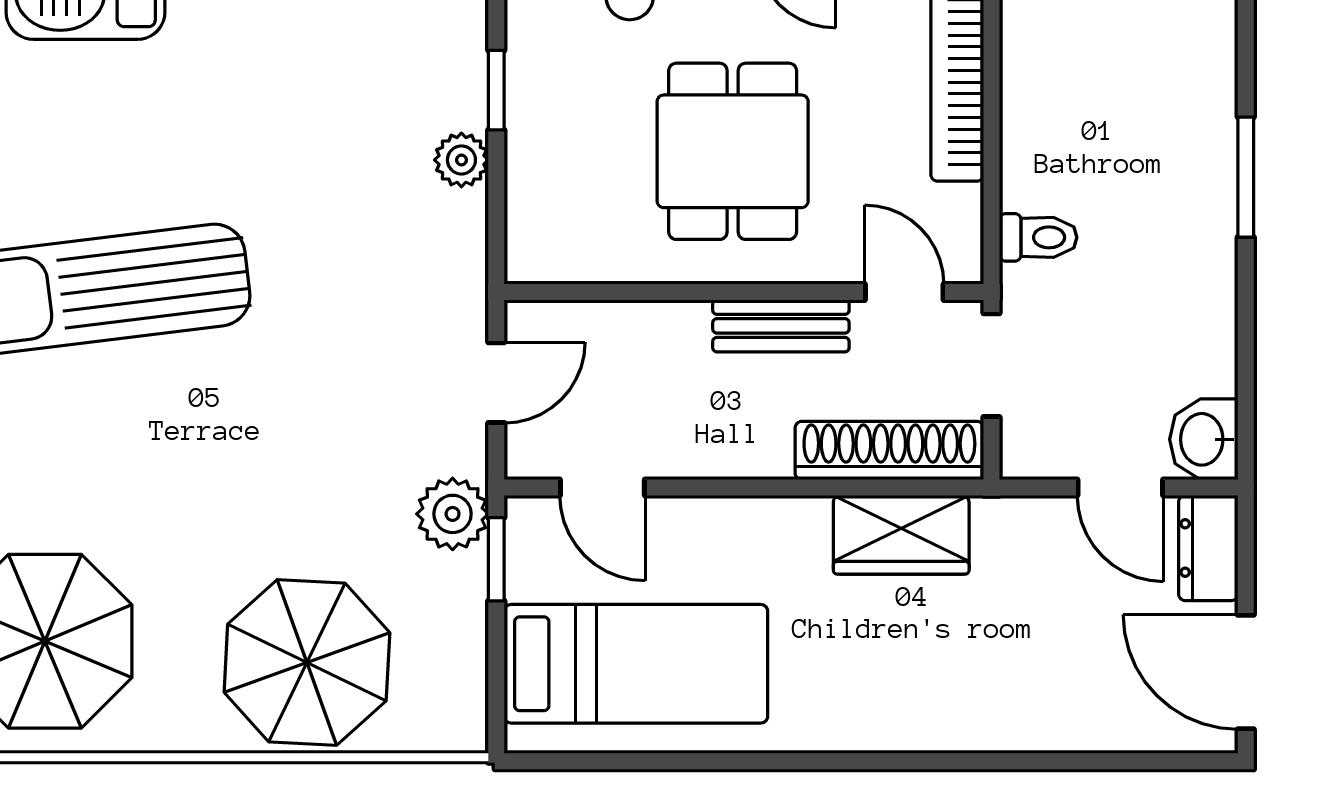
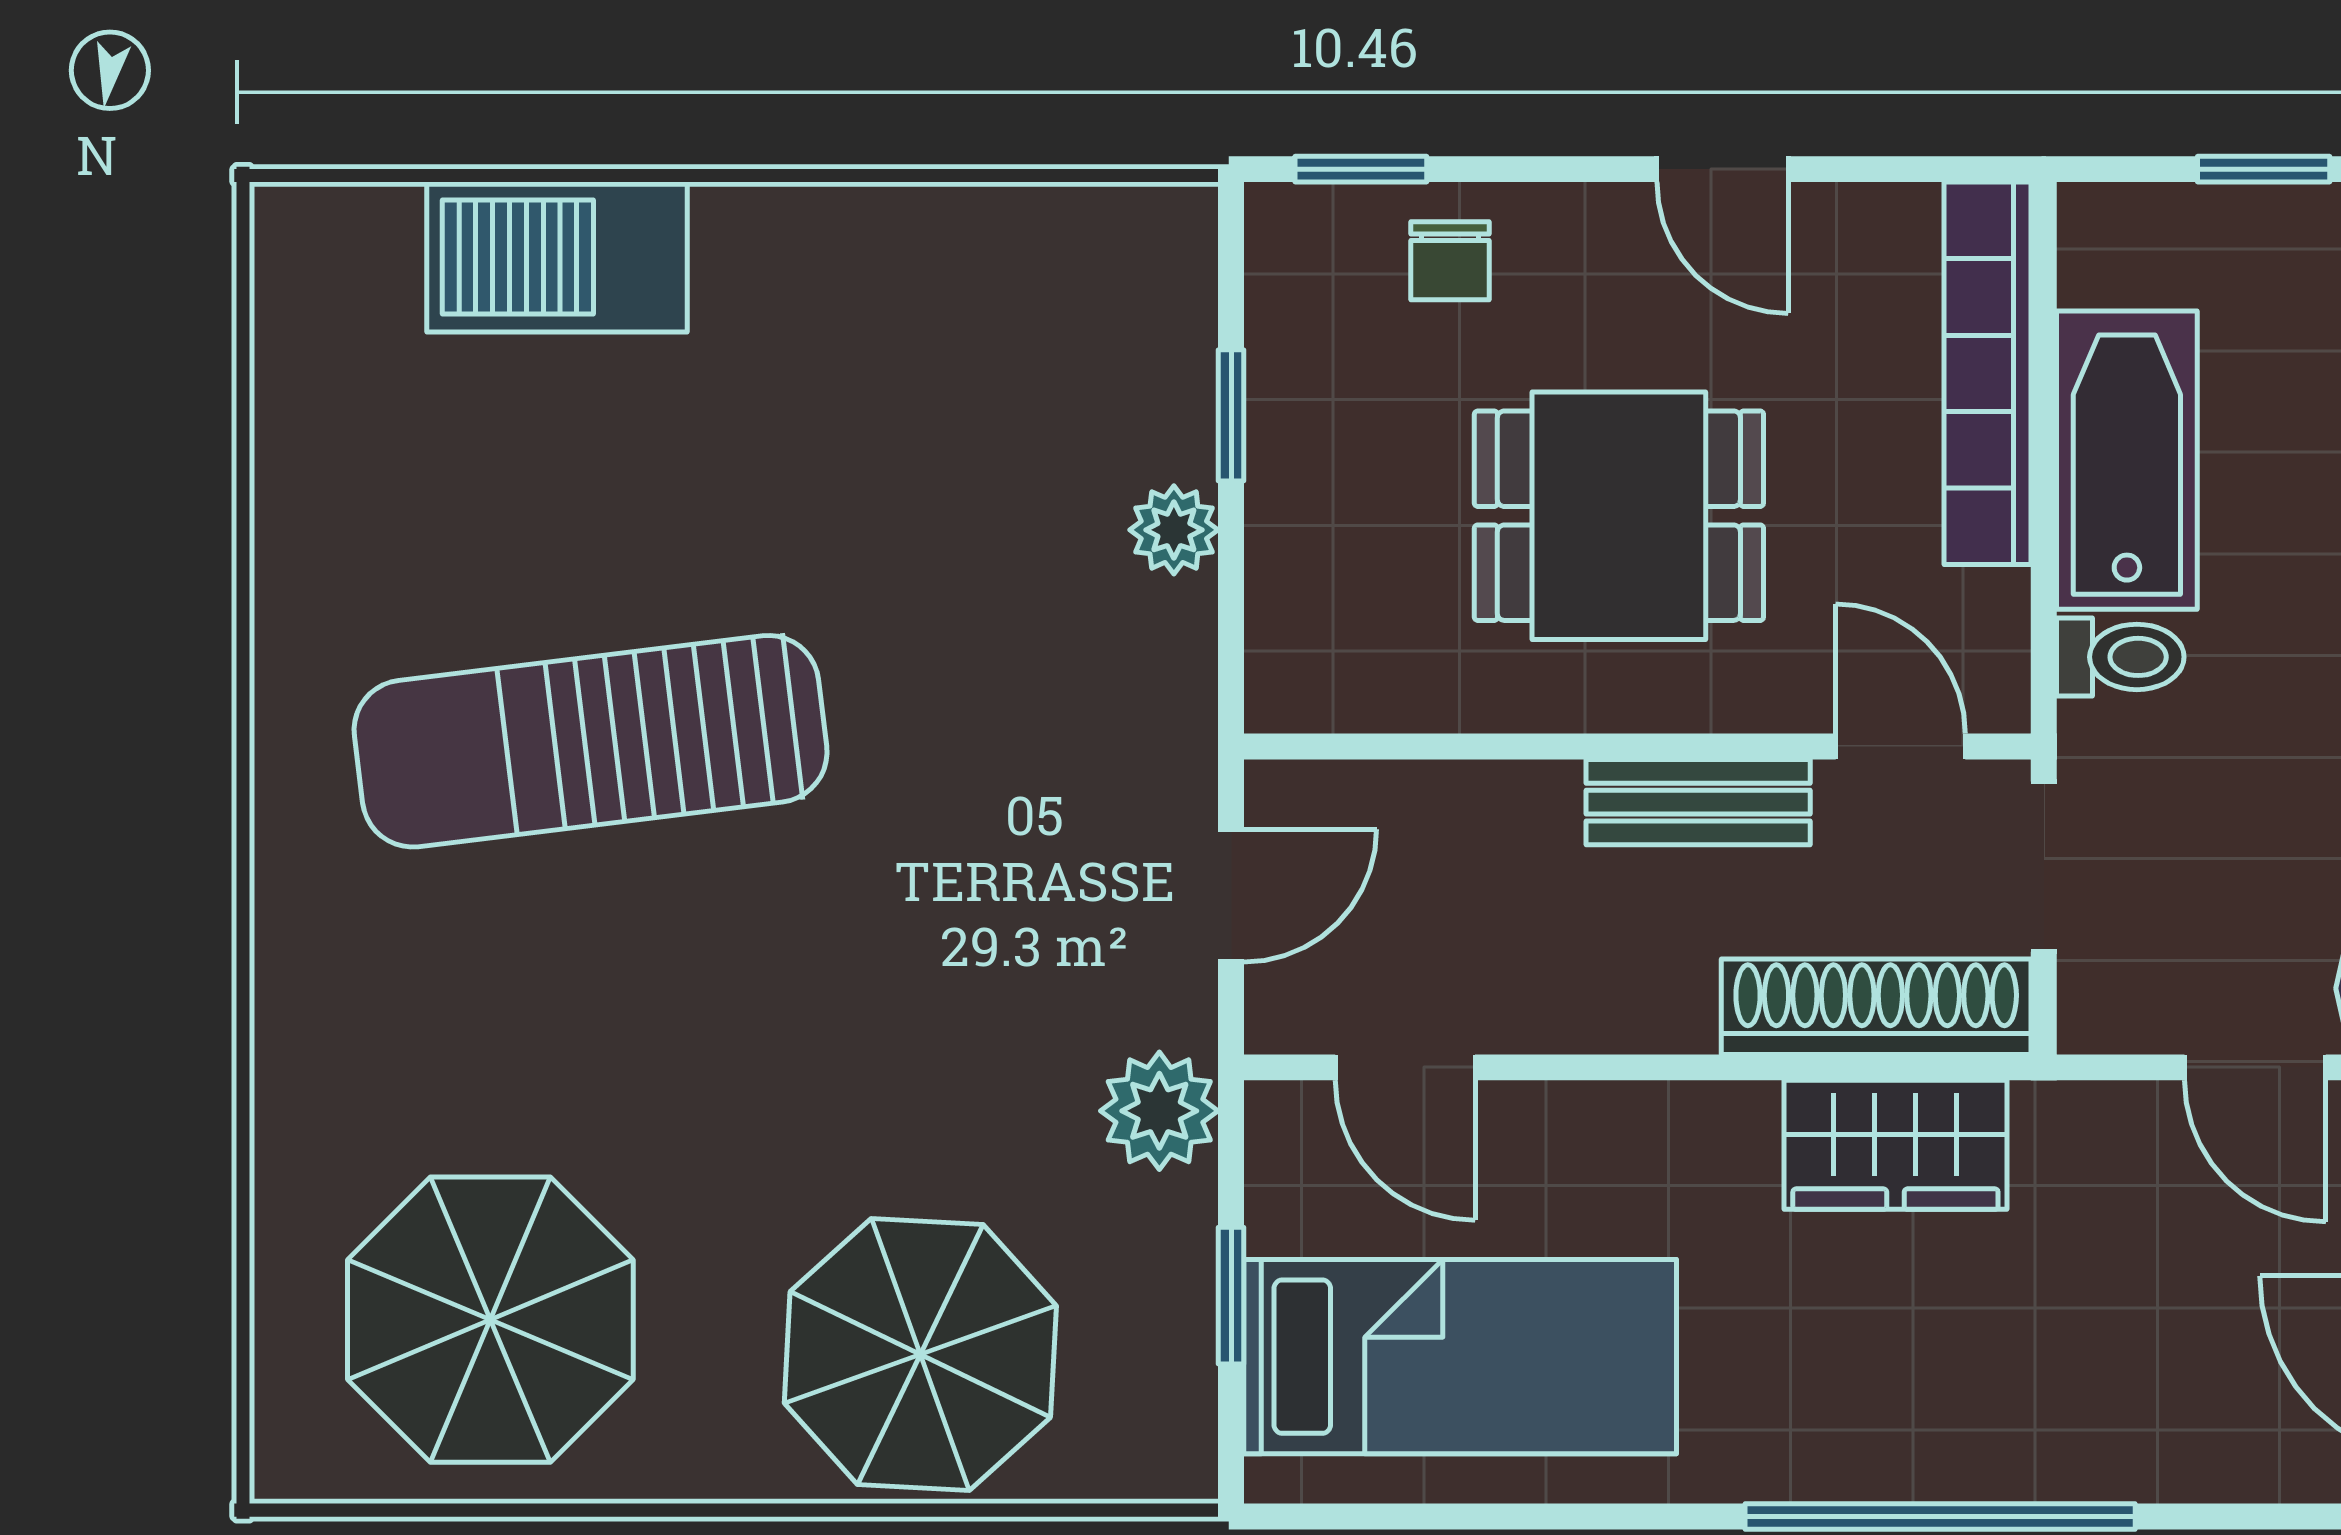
bathtub: (1042, 117) -> (2127, 460), added
dining table: (733, 151) -> (1619, 516), turned 90
window: (496, 559) -> (1231, 1296), moved
window: (928, 761) -> (1940, 1517), added

